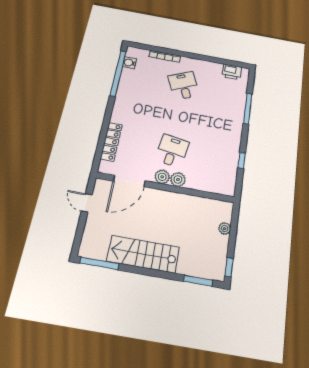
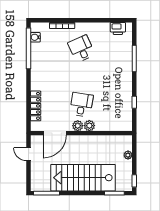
stairs: (143, 254) -> (83, 178), width x1.36, depth x1.51

